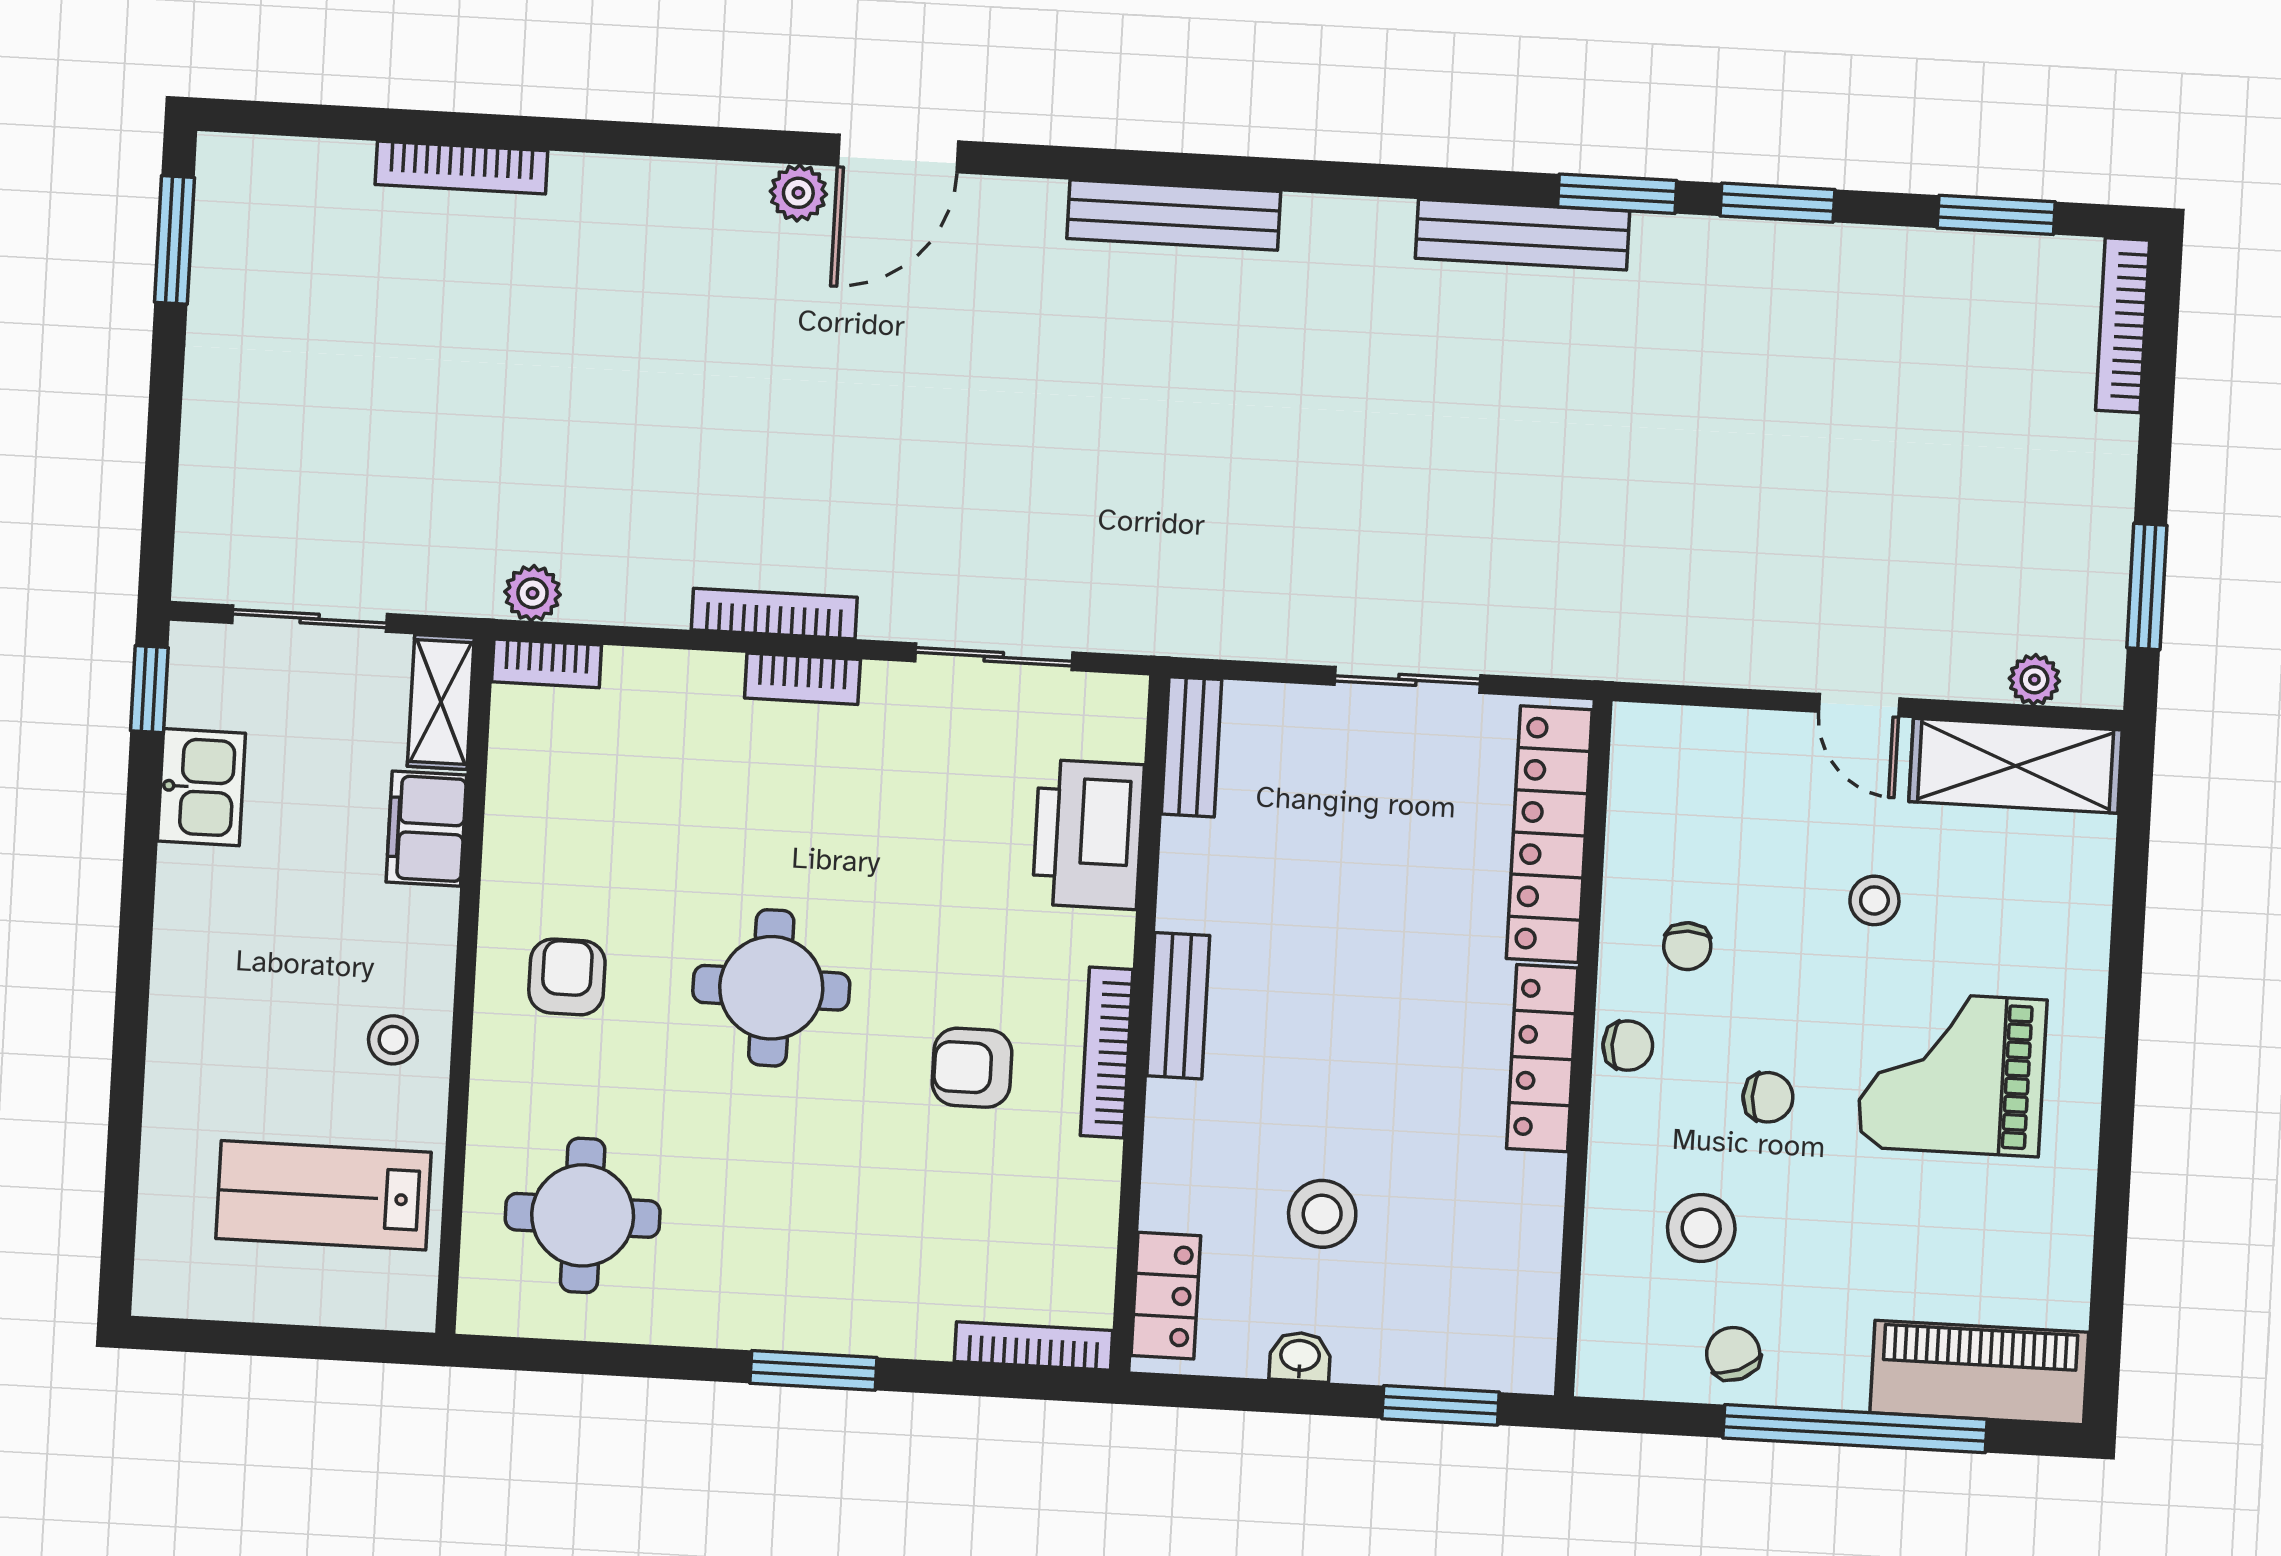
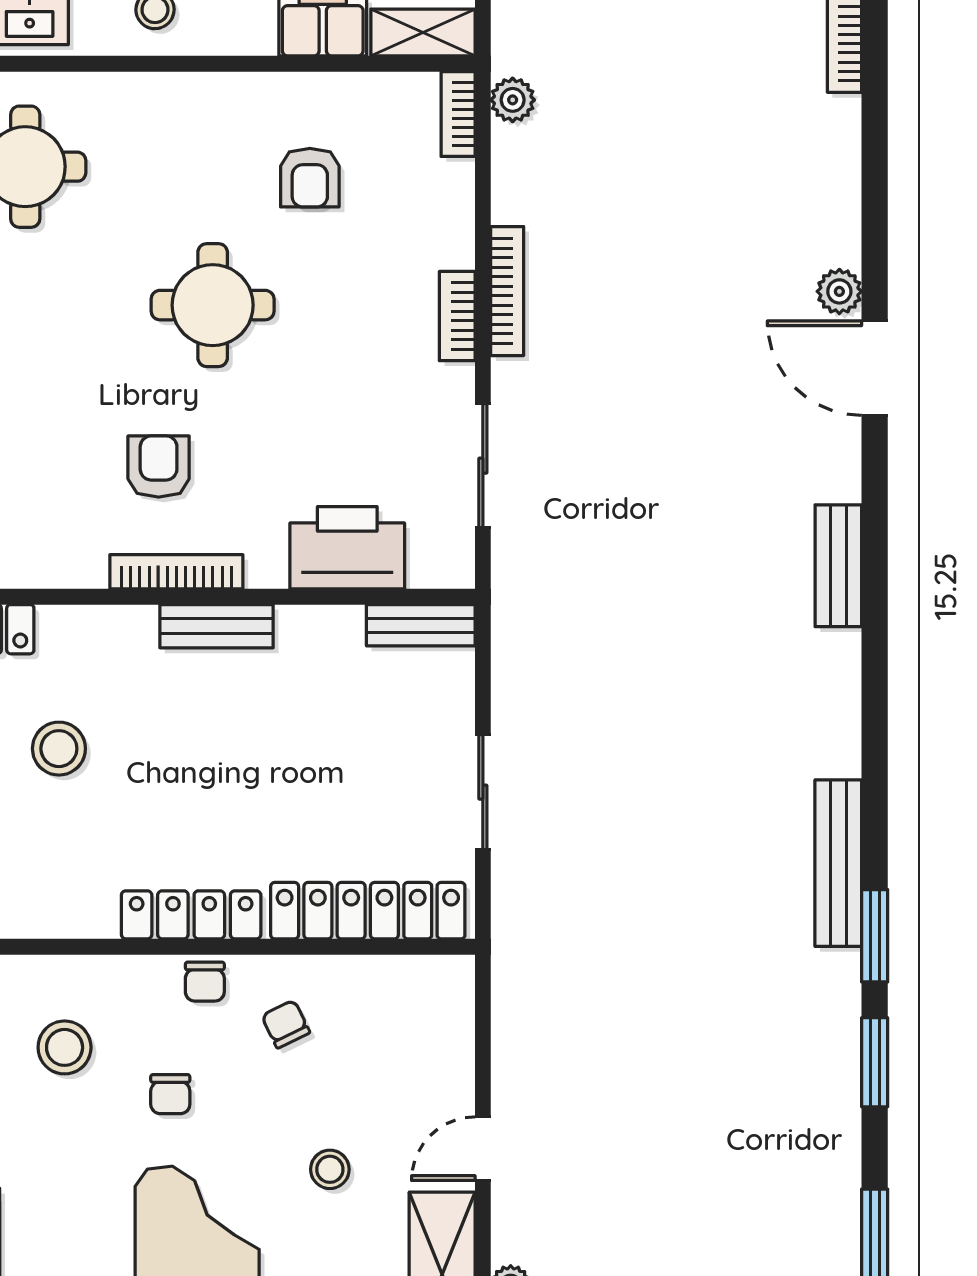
bench: (1174, 215) -> (838, 566), width x0.73
chair: (1687, 946) -> (286, 1024), turned 64
armchair: (567, 977) -> (310, 178), moved, turned 90

